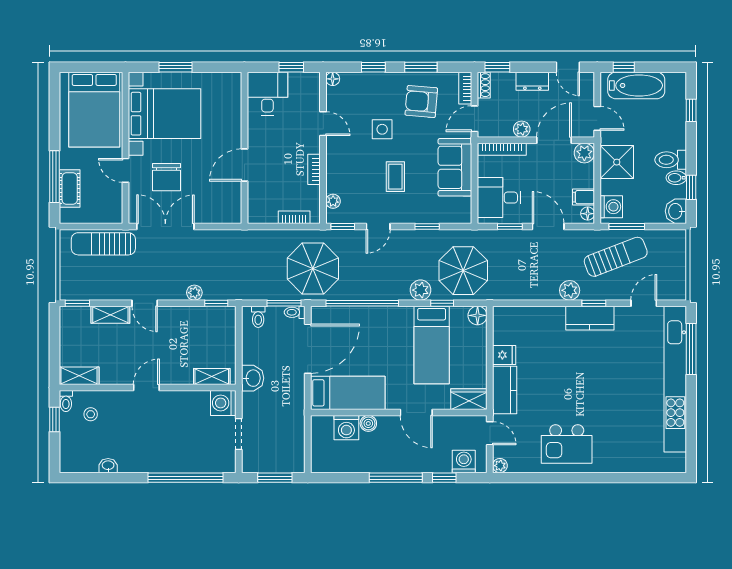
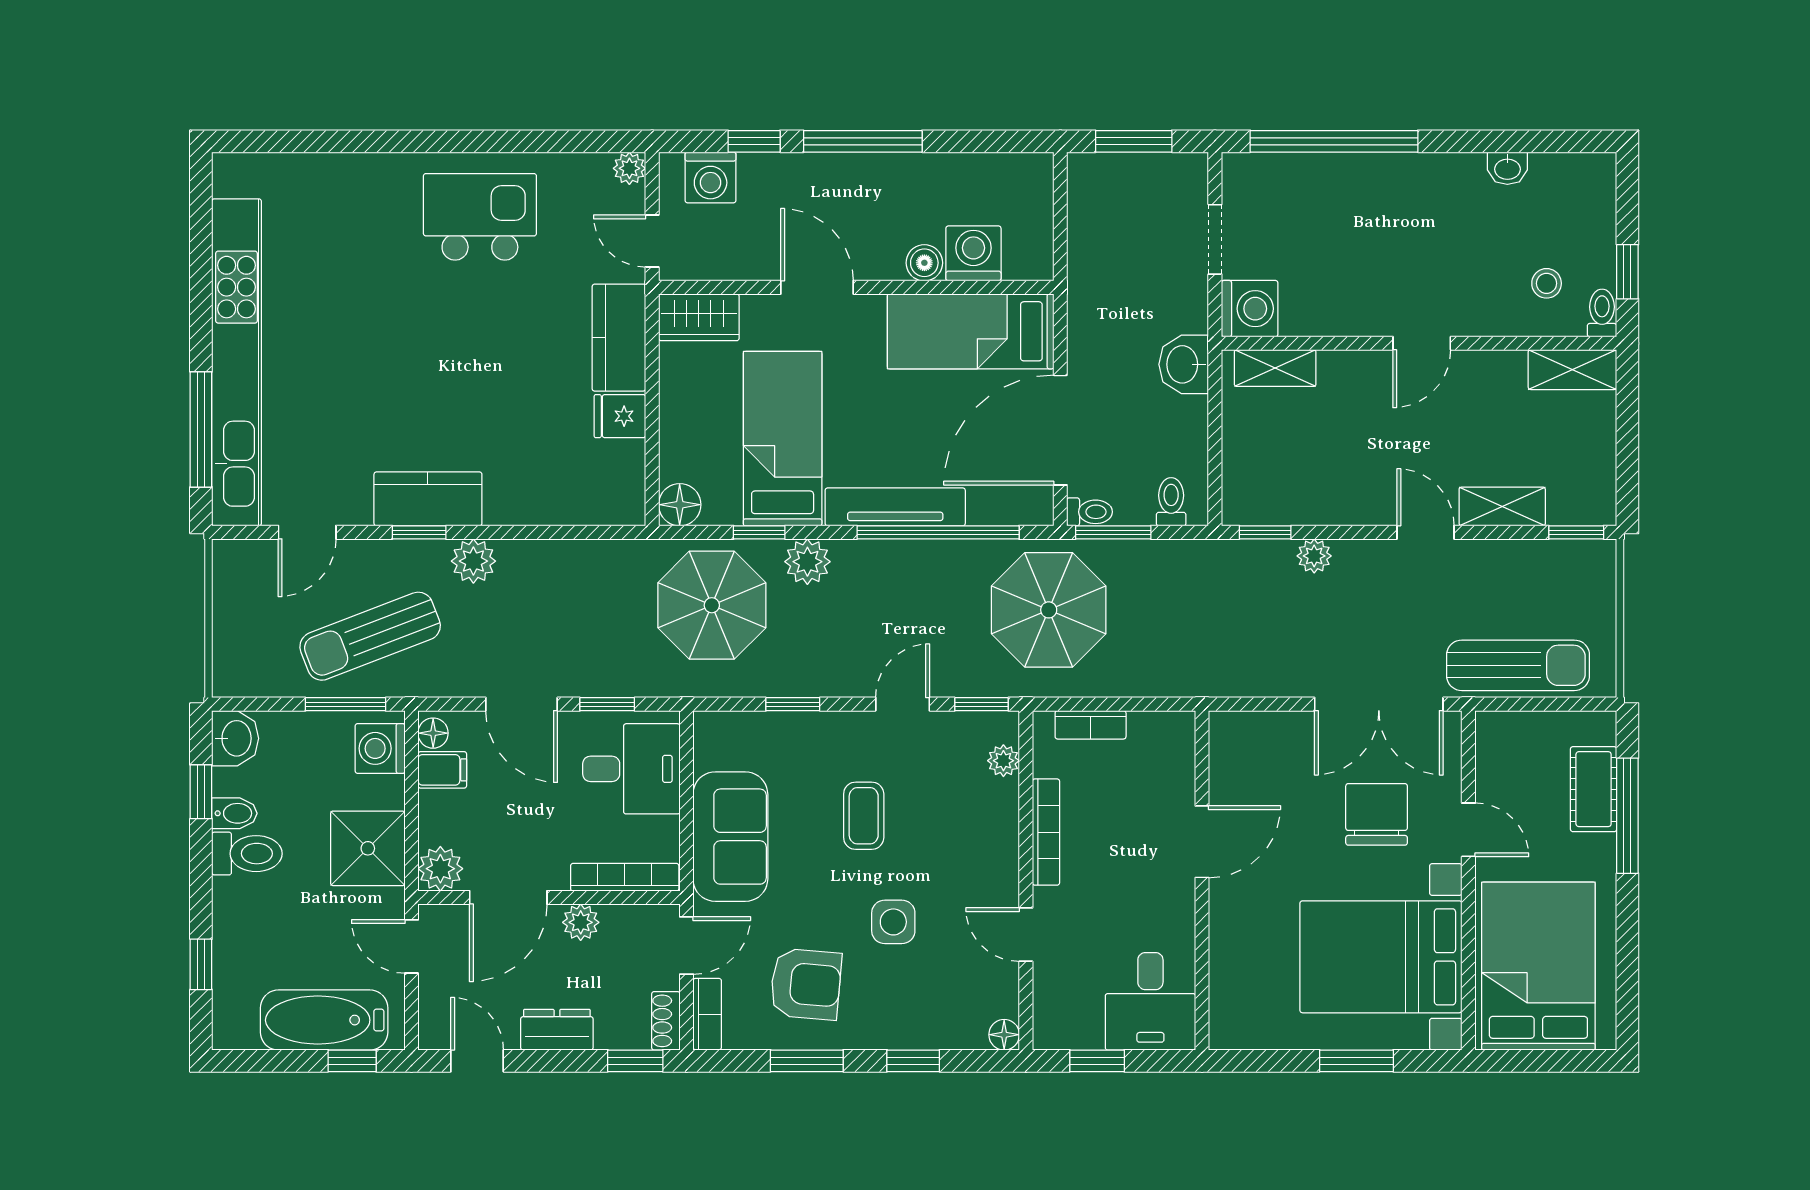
bookcase: (314, 169) -> (1046, 832), width x1.56
tv unit: (381, 314) -> (895, 507), added

